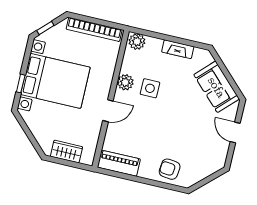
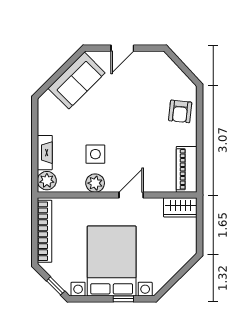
fireplace: (178, 49) -> (45, 153), moved
door: (108, 111) -> (131, 195), hinge flipped
wardrobe: (66, 152) -> (180, 207), moved, turned -90

